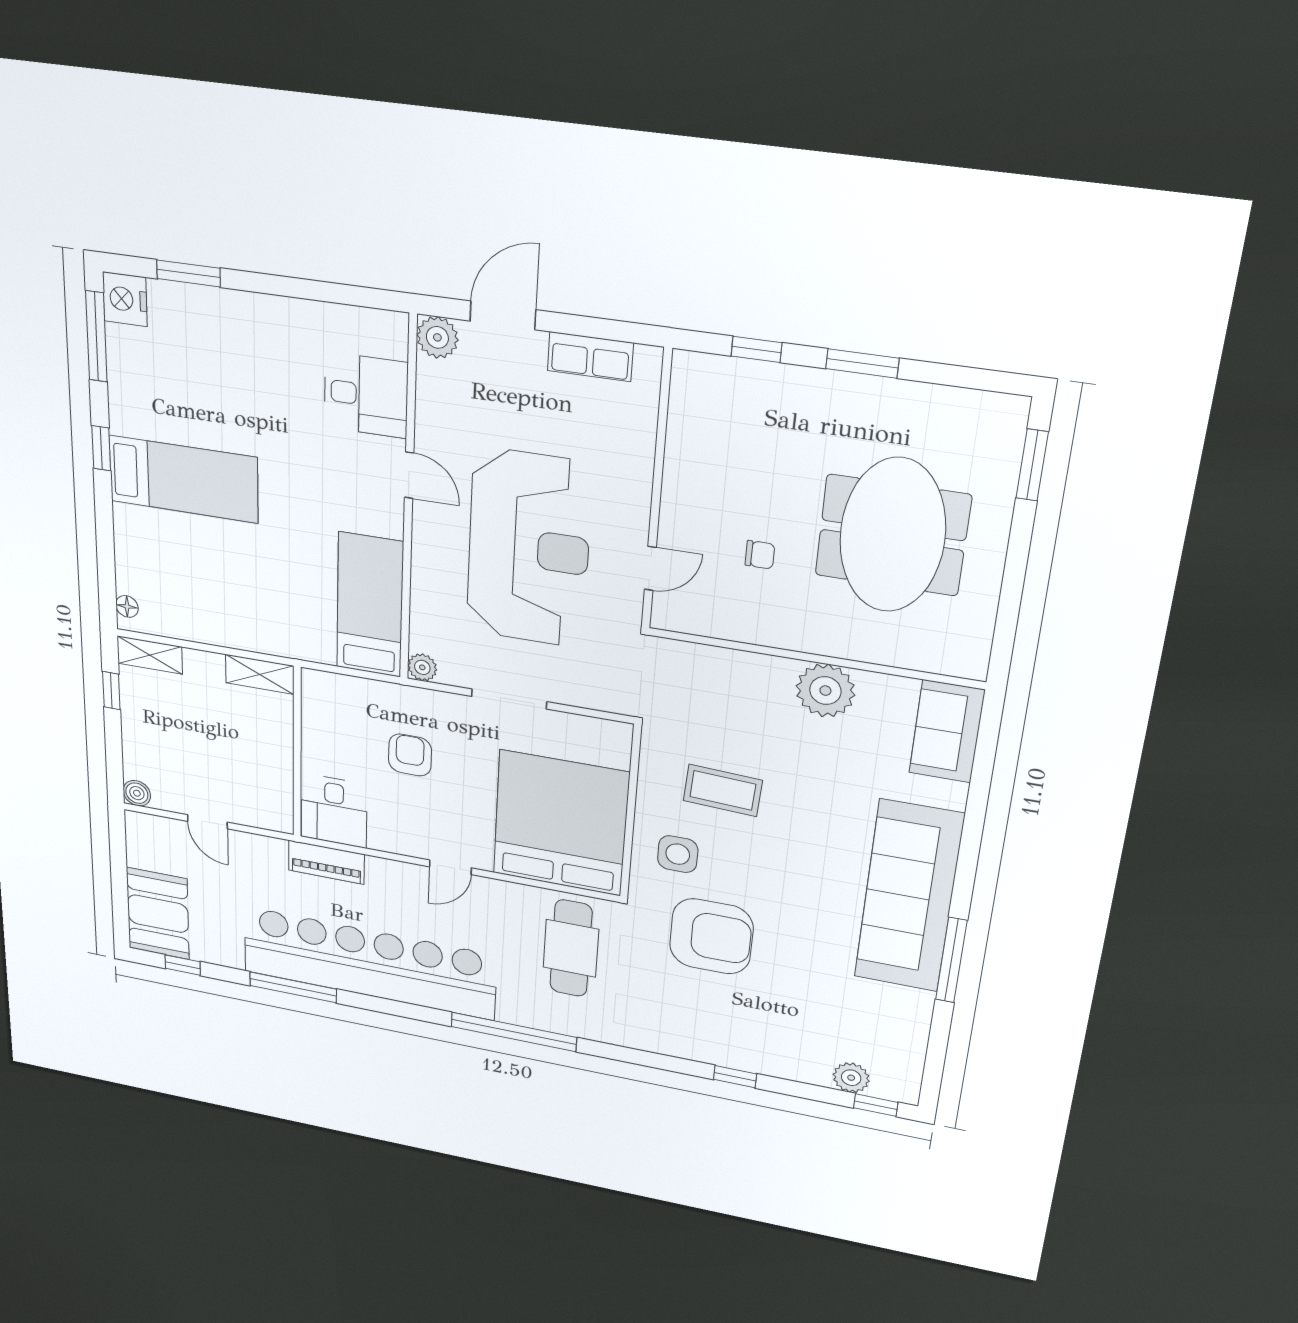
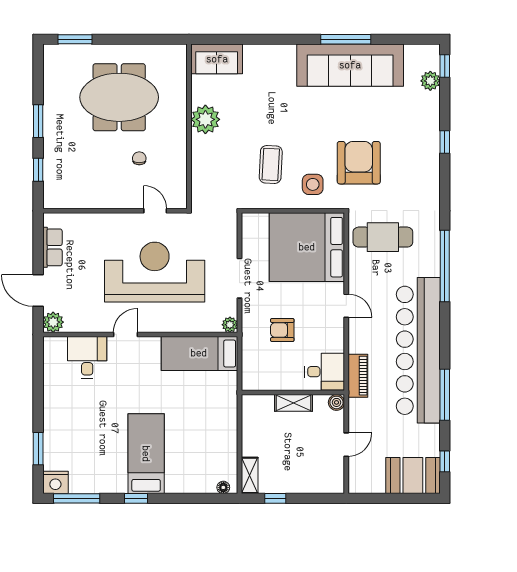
shelving: (260, 674) -> (293, 403), moved, turned 90
boiler: (137, 793) -> (336, 402), moved
sofa: (909, 897) -> (350, 65), moved

